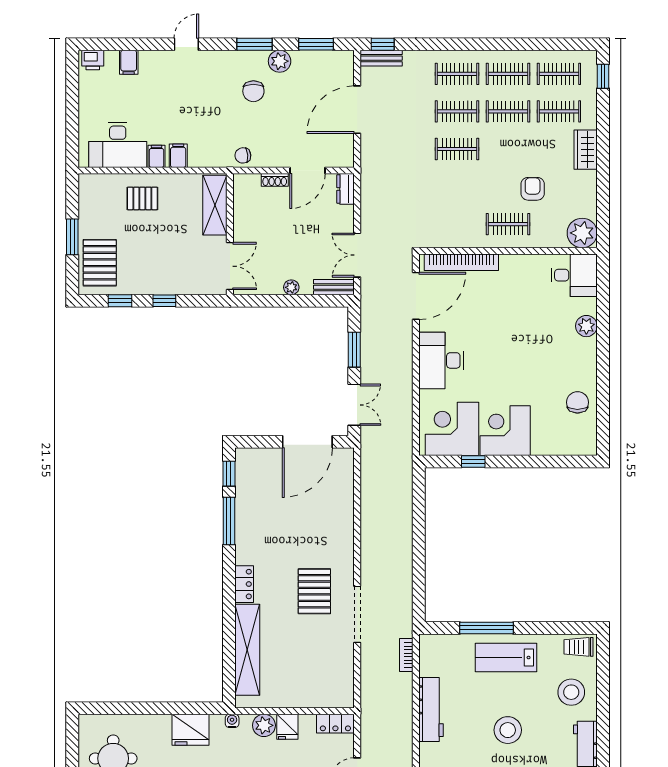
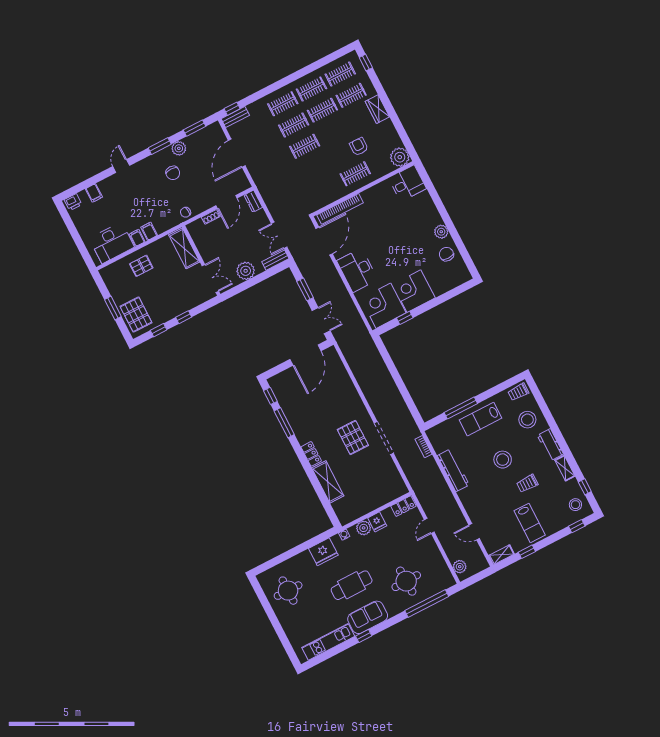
plant: (291, 287) -> (246, 271), width x1.88, depth x1.88
plant: (586, 326) -> (441, 232), moved
shelving: (247, 650) -> (328, 482), width x0.68

